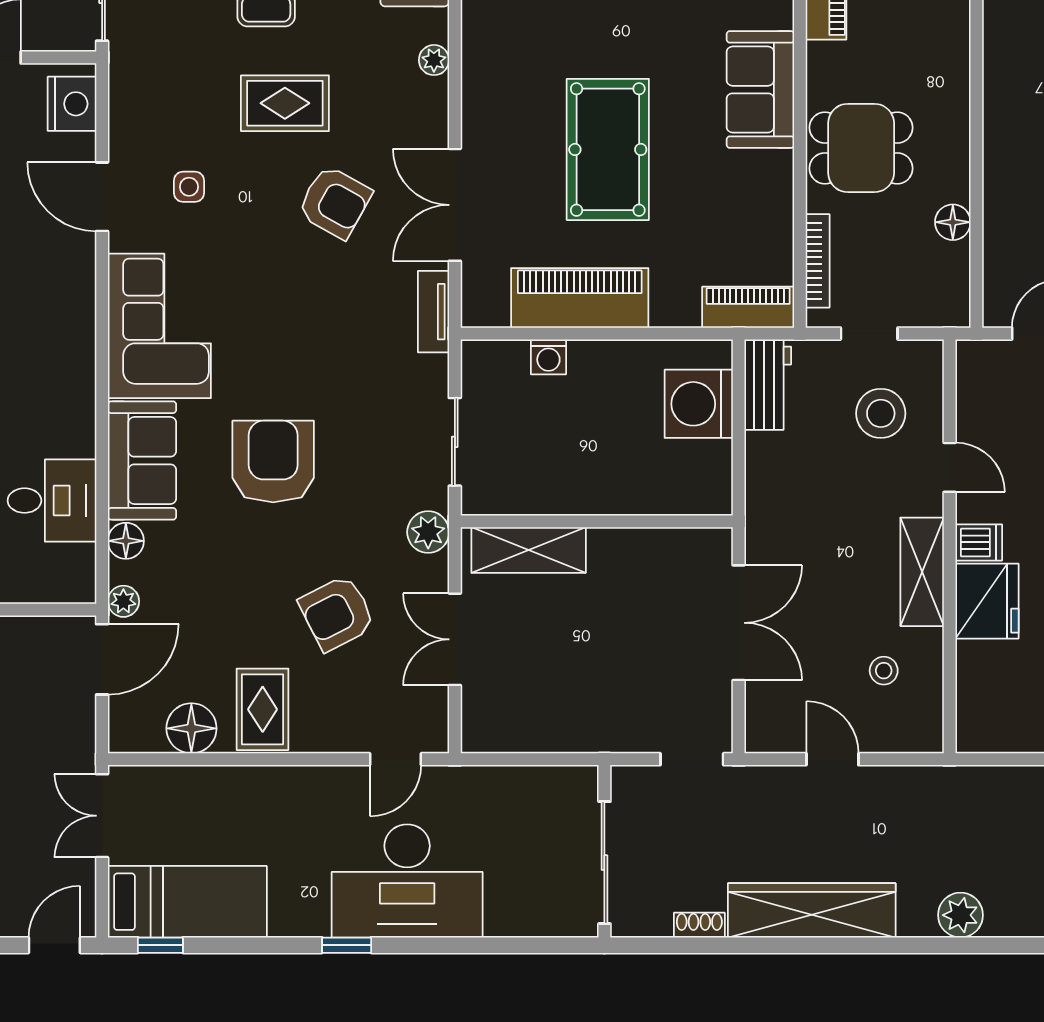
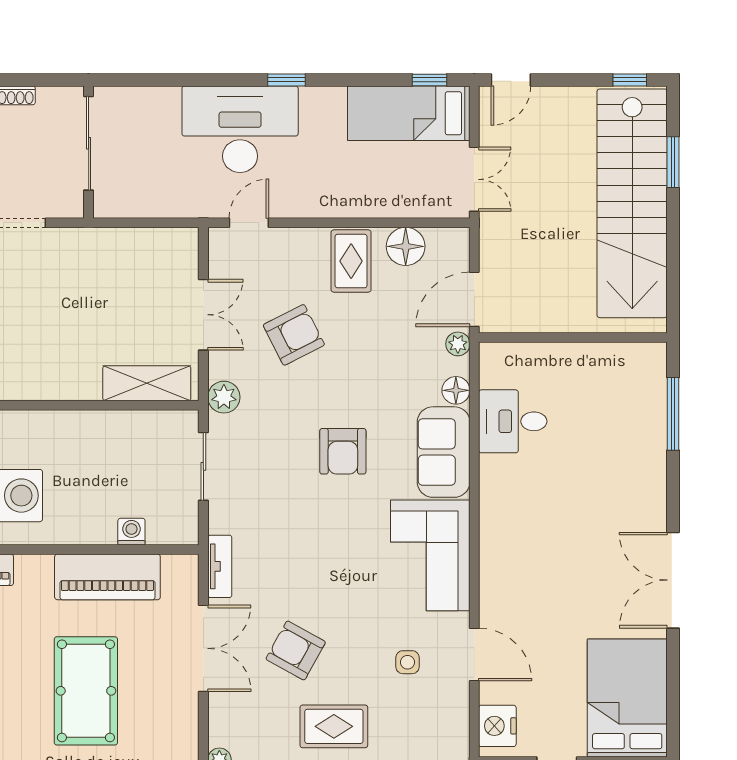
armchair: (273, 462) -> (343, 451), width x0.73, depth x0.73

